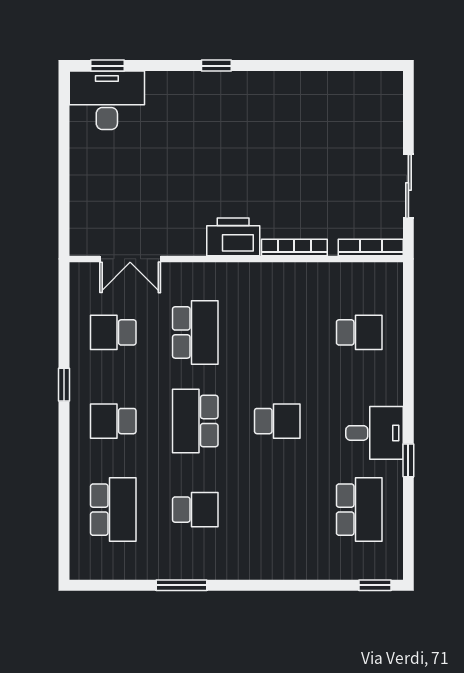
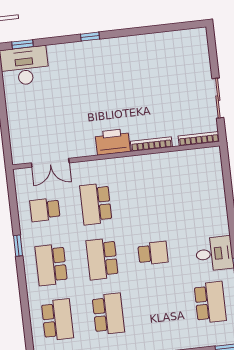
school desk: (195, 332) -> (96, 204), turned 180
school desk: (359, 332) -> (198, 192), removed
school desk: (113, 421) -> (51, 265), width x1.85
school desk: (195, 510) -> (108, 314), width x1.85

